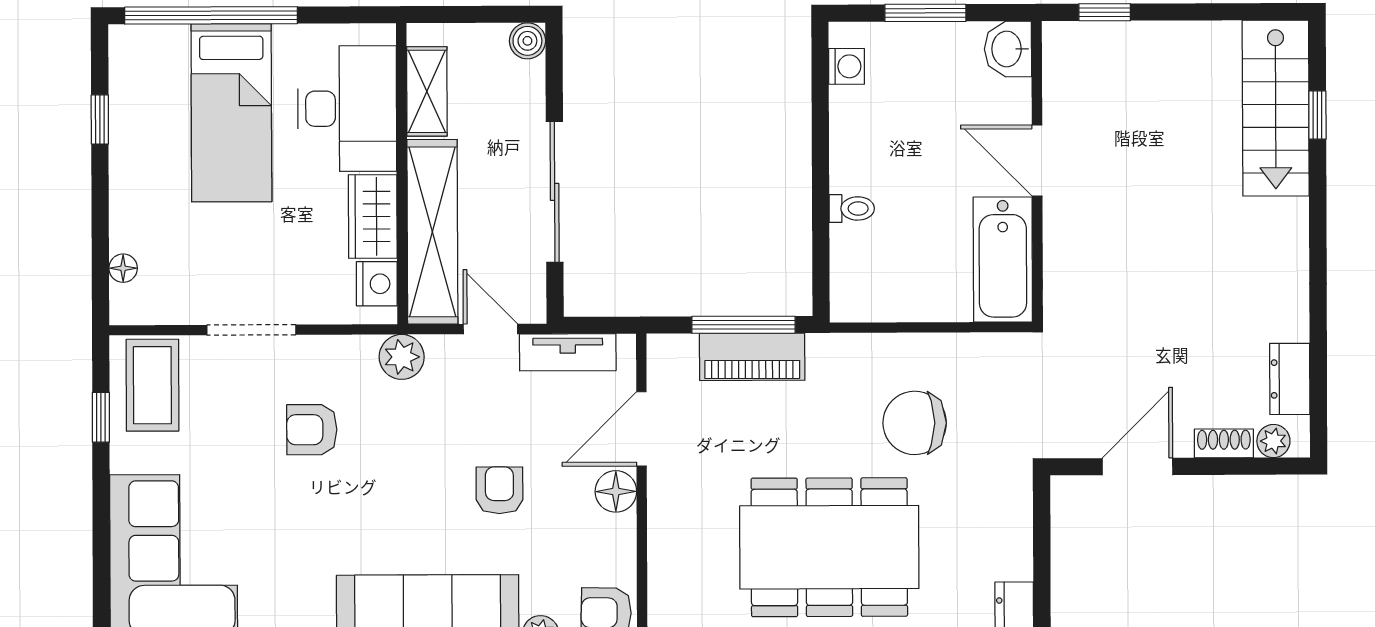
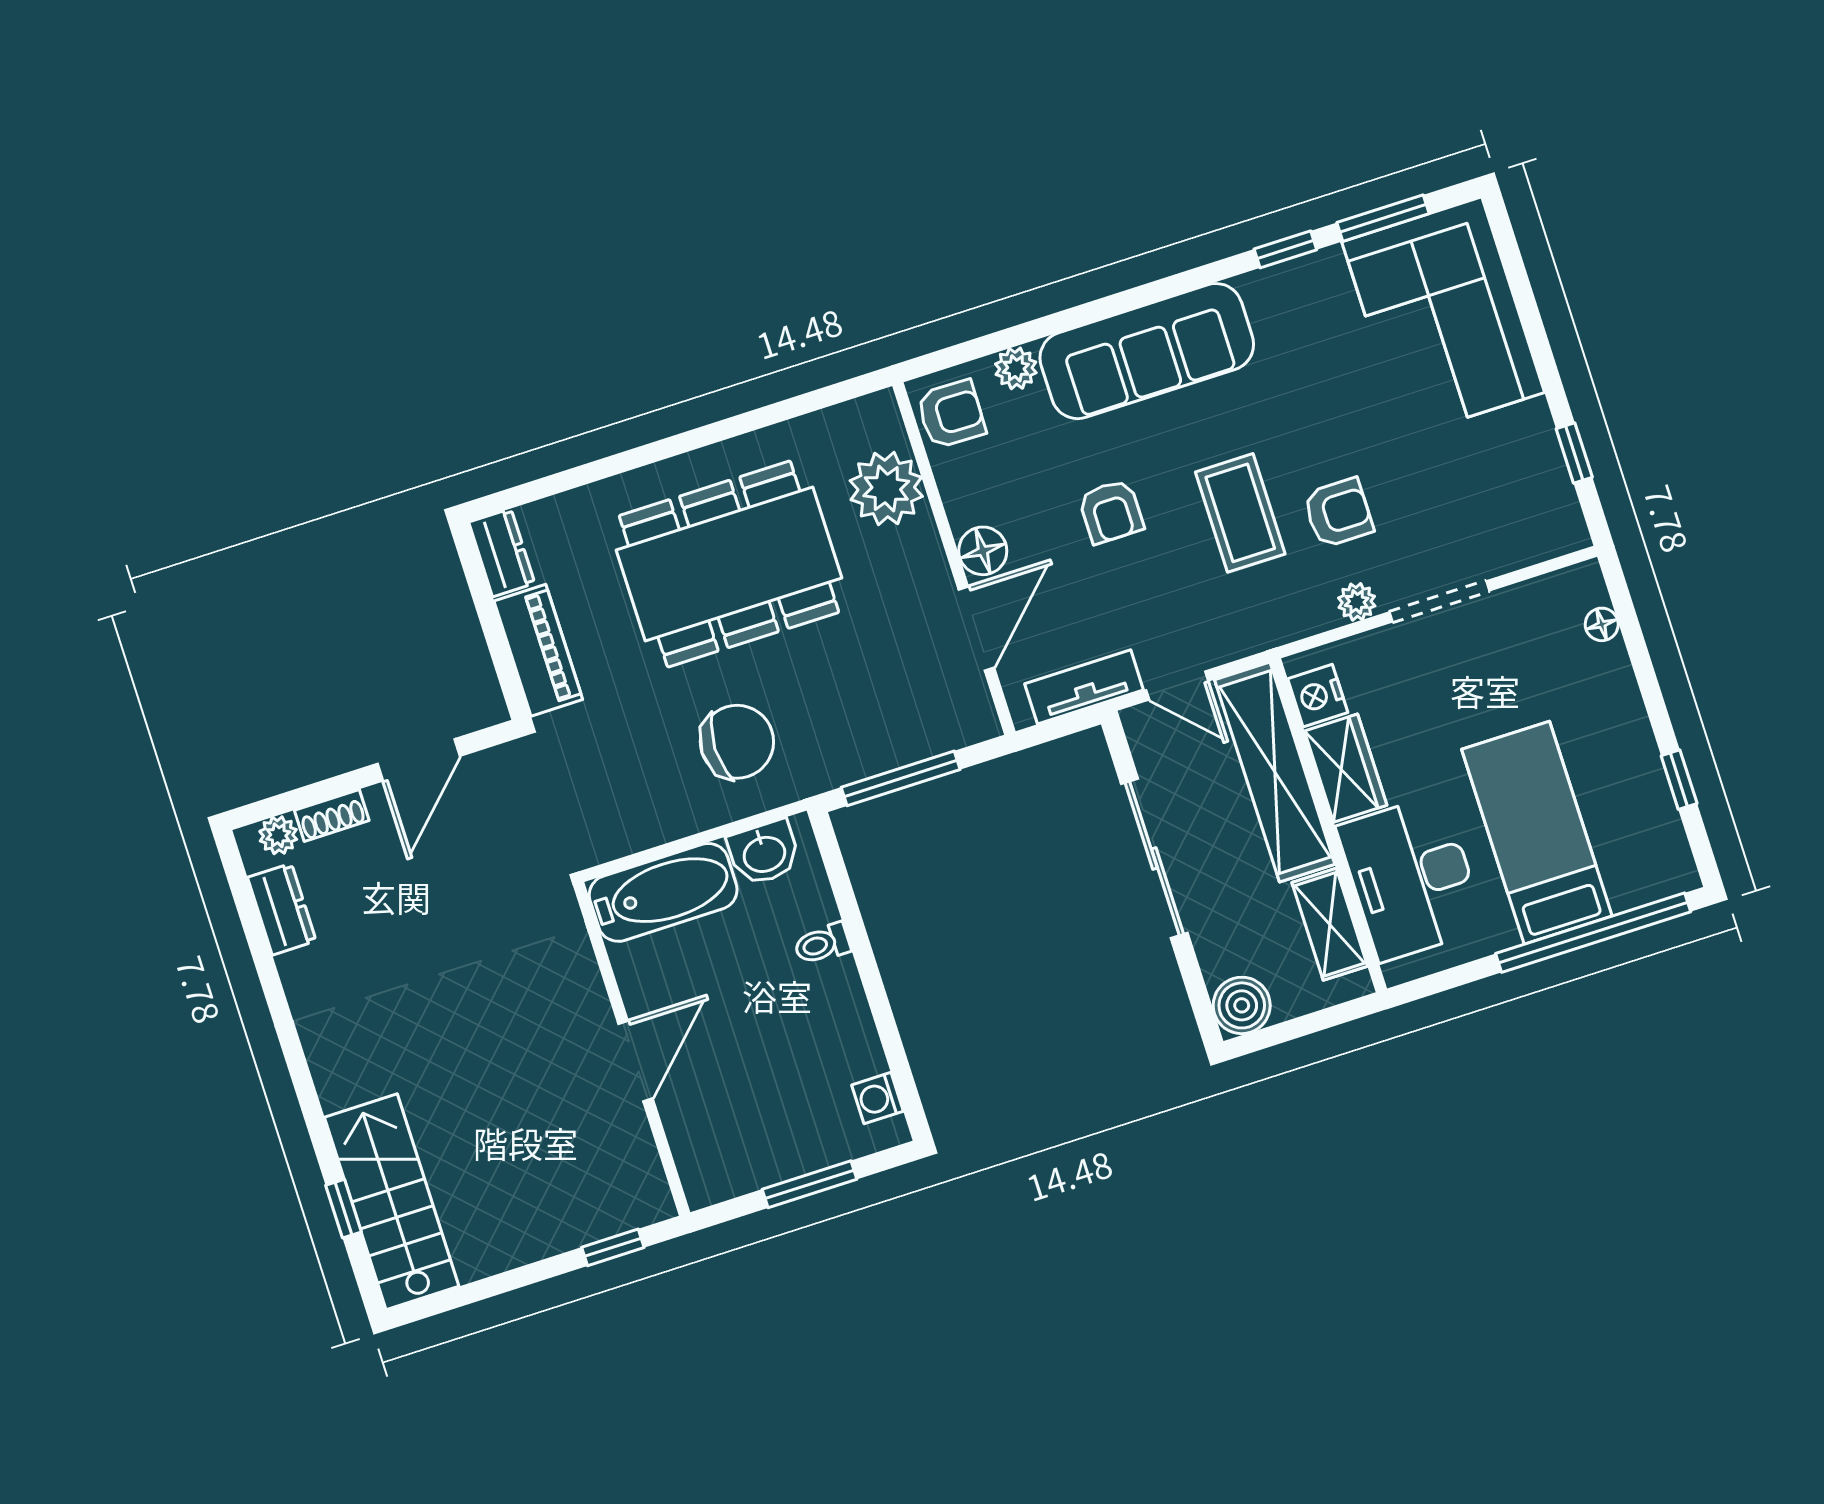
boiler: (527, 41) -> (1242, 1005), width x1.36, depth x1.36
washbasin: (1008, 49) -> (764, 853), moved, turned 90
door: (1037, 161) -> (635, 1061), hinge flipped
bathtub: (1003, 260) -> (663, 892), moved, turned 90
plant: (402, 357) -> (1357, 602), moved, width x0.73, depth x0.73
piano: (752, 357) -> (538, 650), moved, turned 90
coffee table: (152, 385) -> (1240, 513), moved
chair: (915, 423) -> (737, 742), moved
plant: (679, 568) -> (886, 489), added

